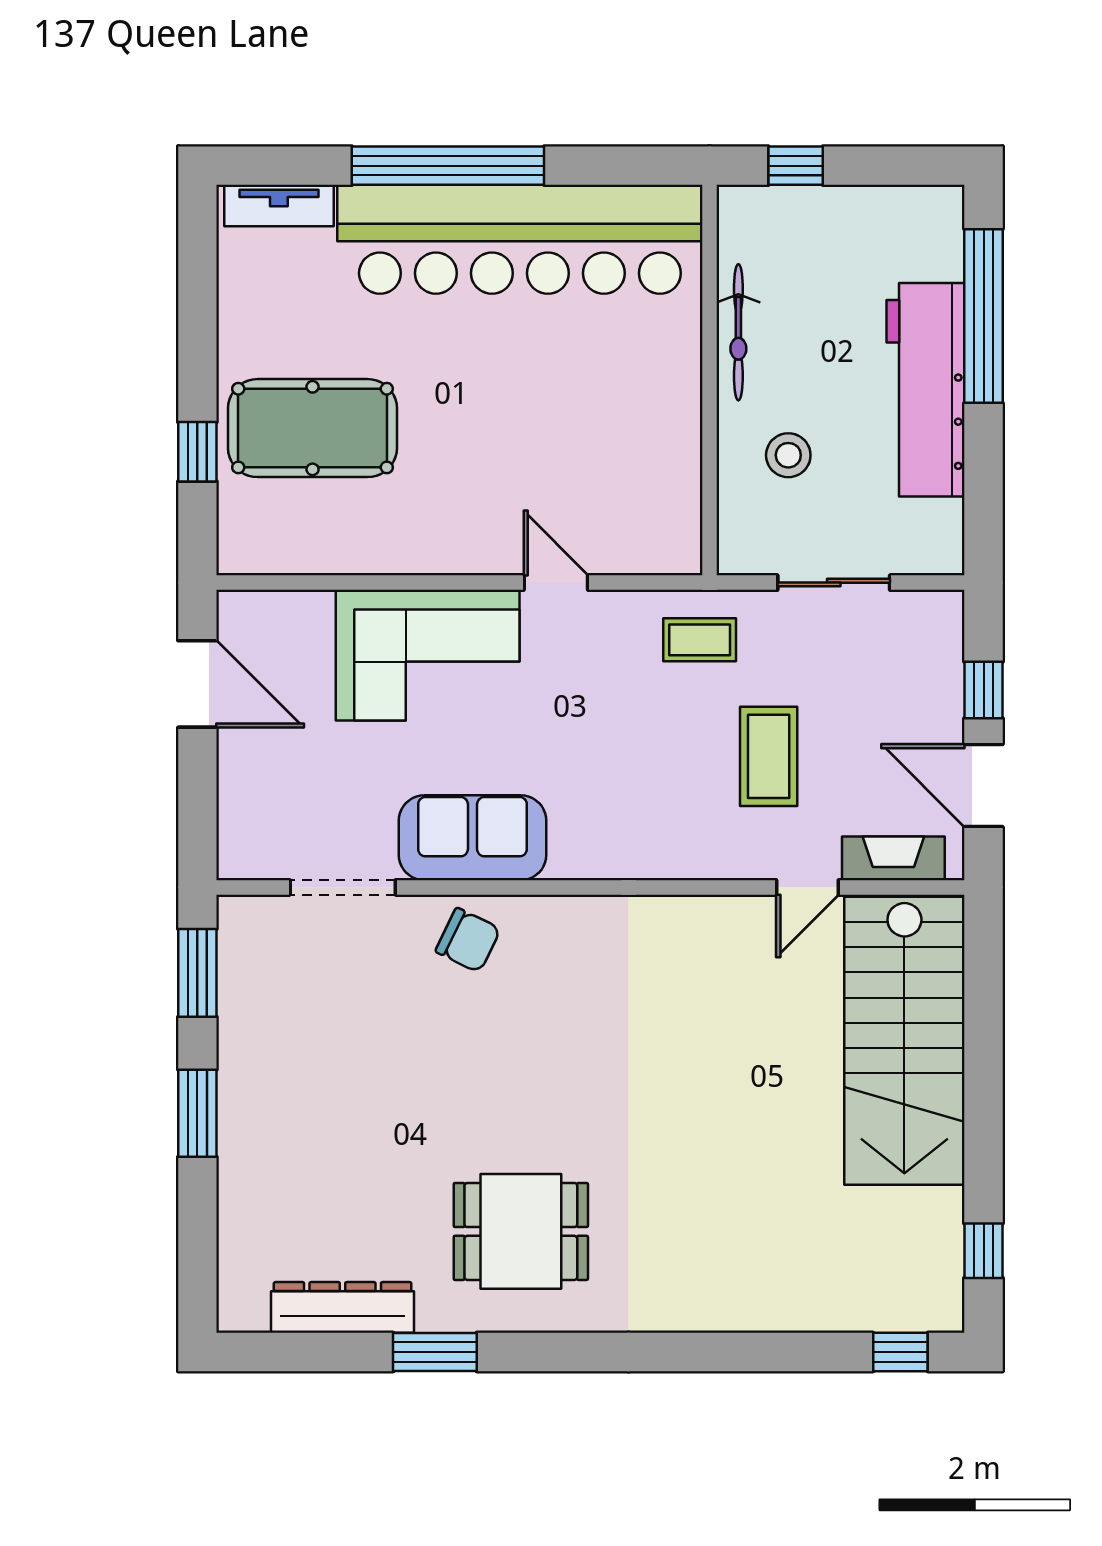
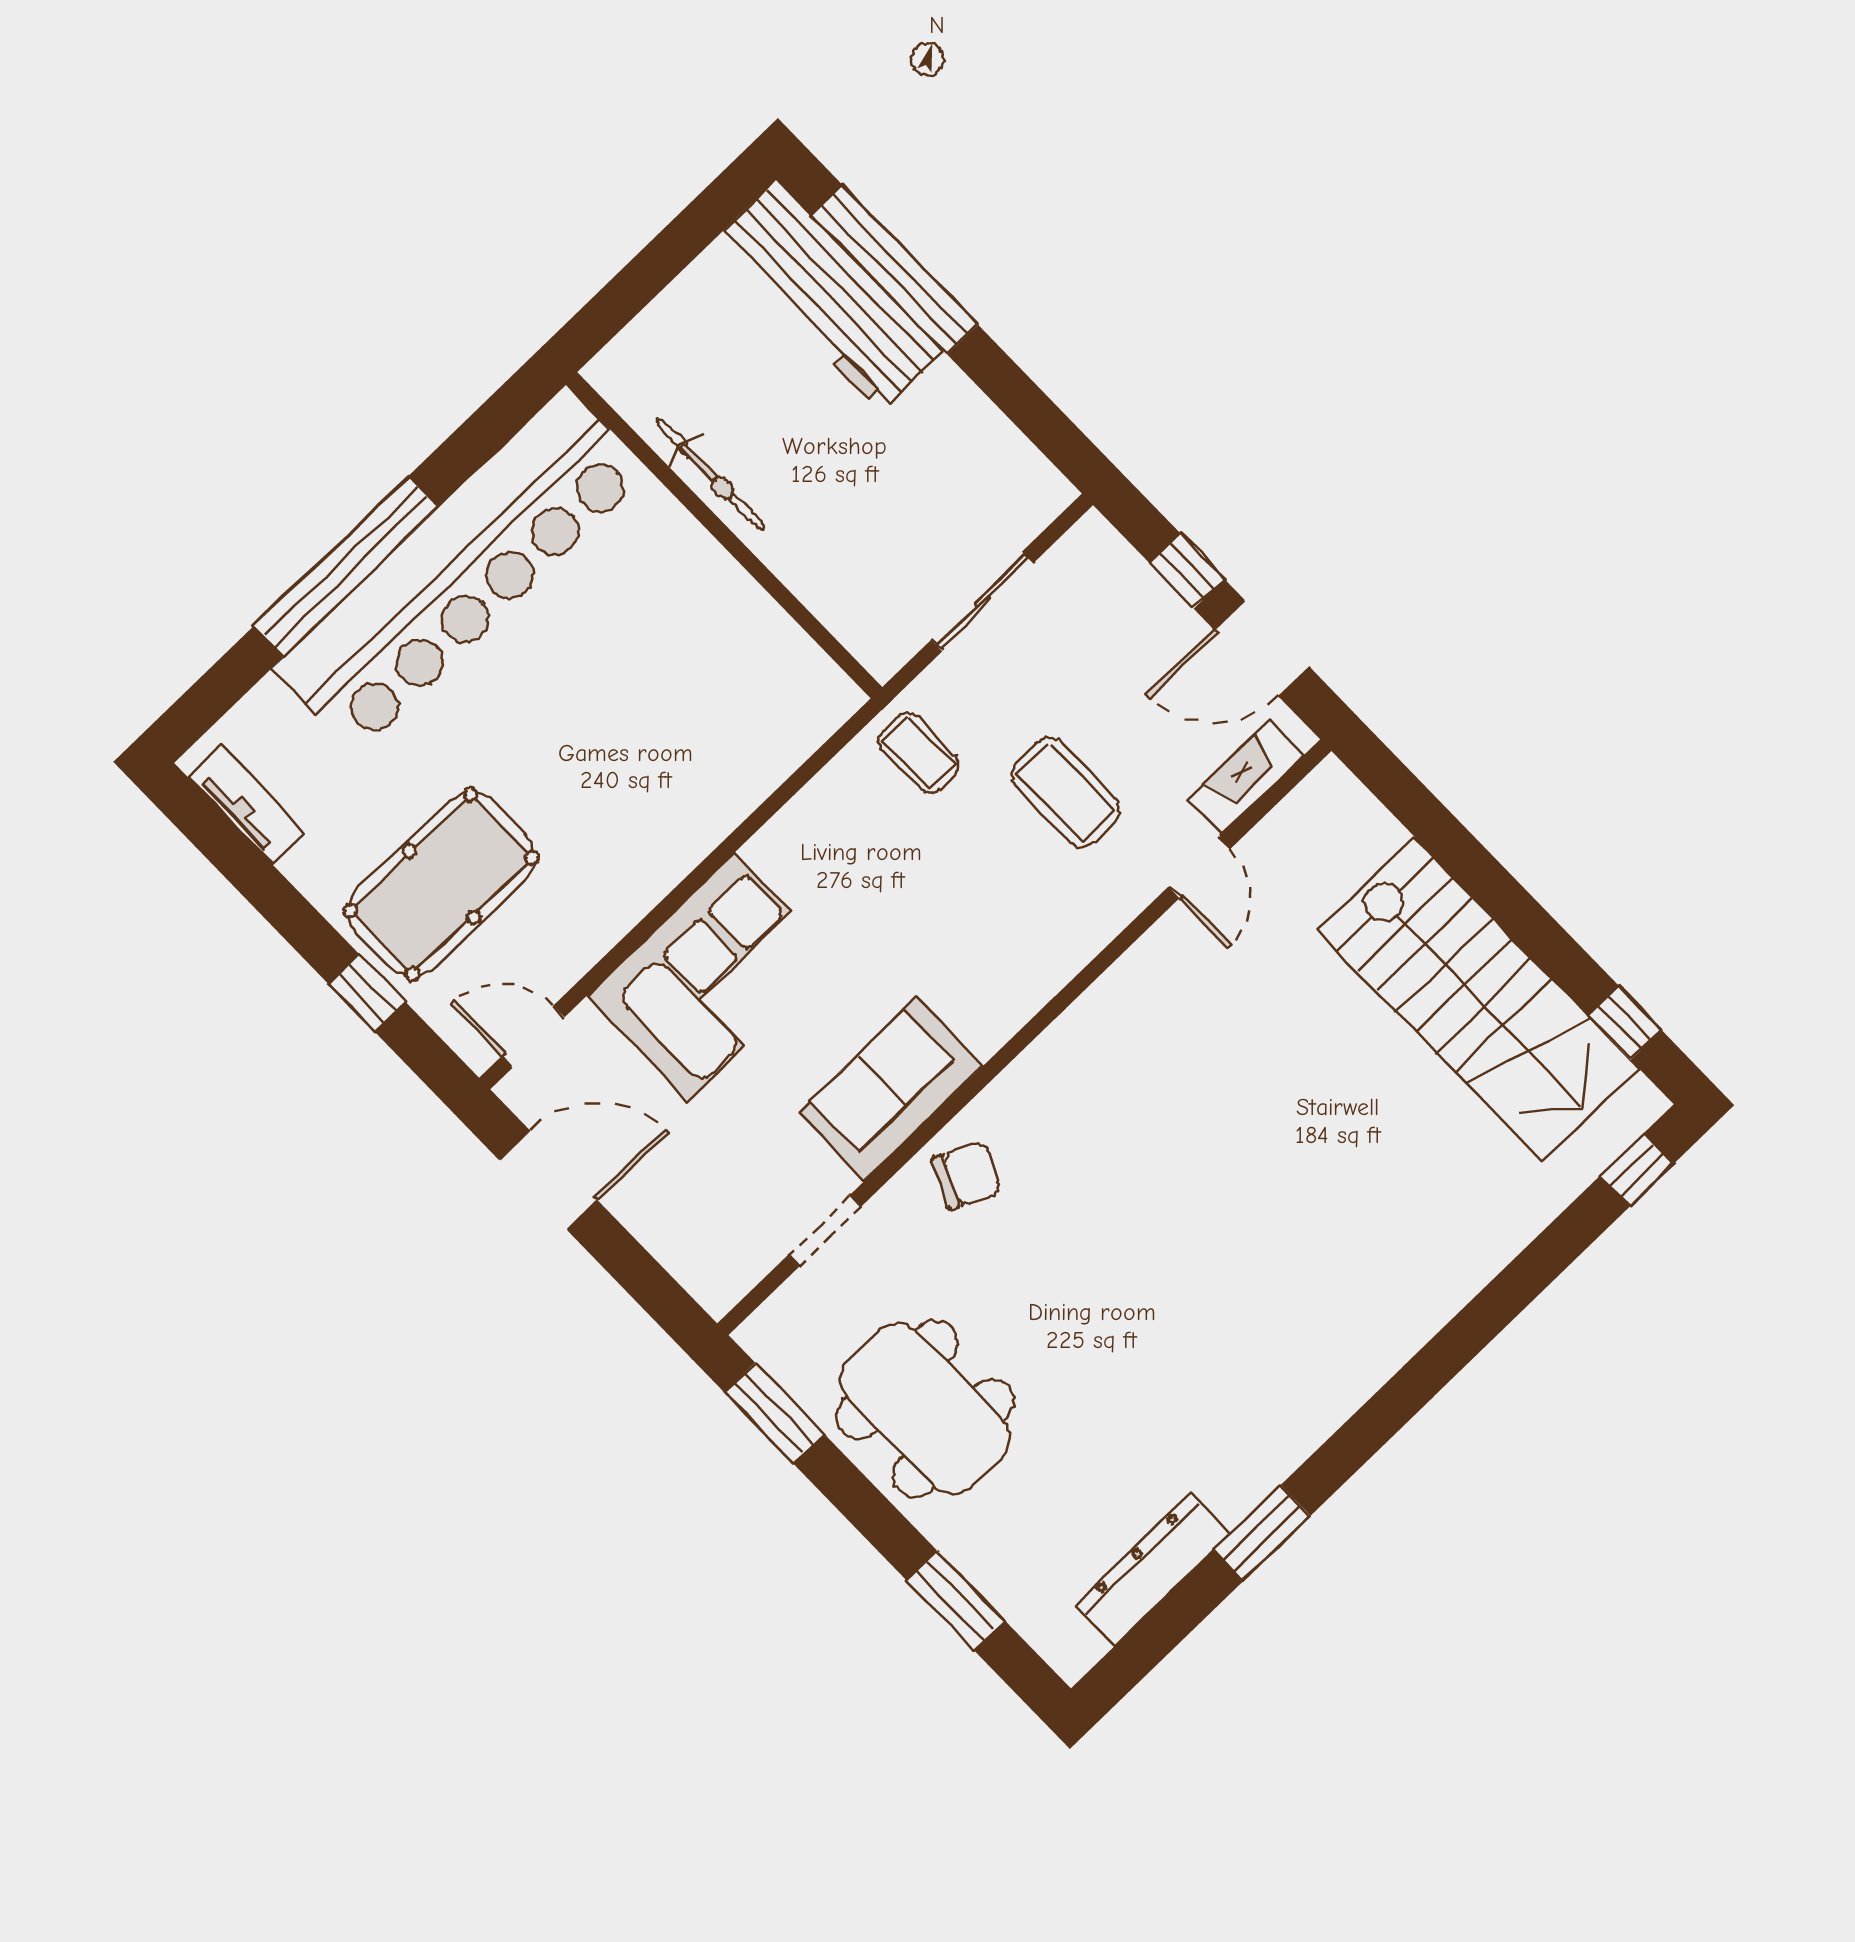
window: (796, 166) -> (626, 295), removed
tv unit: (279, 206) -> (247, 804), moved, turned -90
workbench: (926, 390) -> (829, 295), moved
stool: (788, 455) -> (846, 534), removed
door: (556, 583) -> (533, 1037), moved
coffee table: (700, 640) -> (919, 752), turned 90
doorway: (343, 887) -> (825, 1231), width x0.73
stairs: (904, 1041) -> (1478, 999), moved
window: (197, 1113) -> (955, 1600), moved
dining table: (521, 1231) -> (925, 1409), moved, width x1.38

